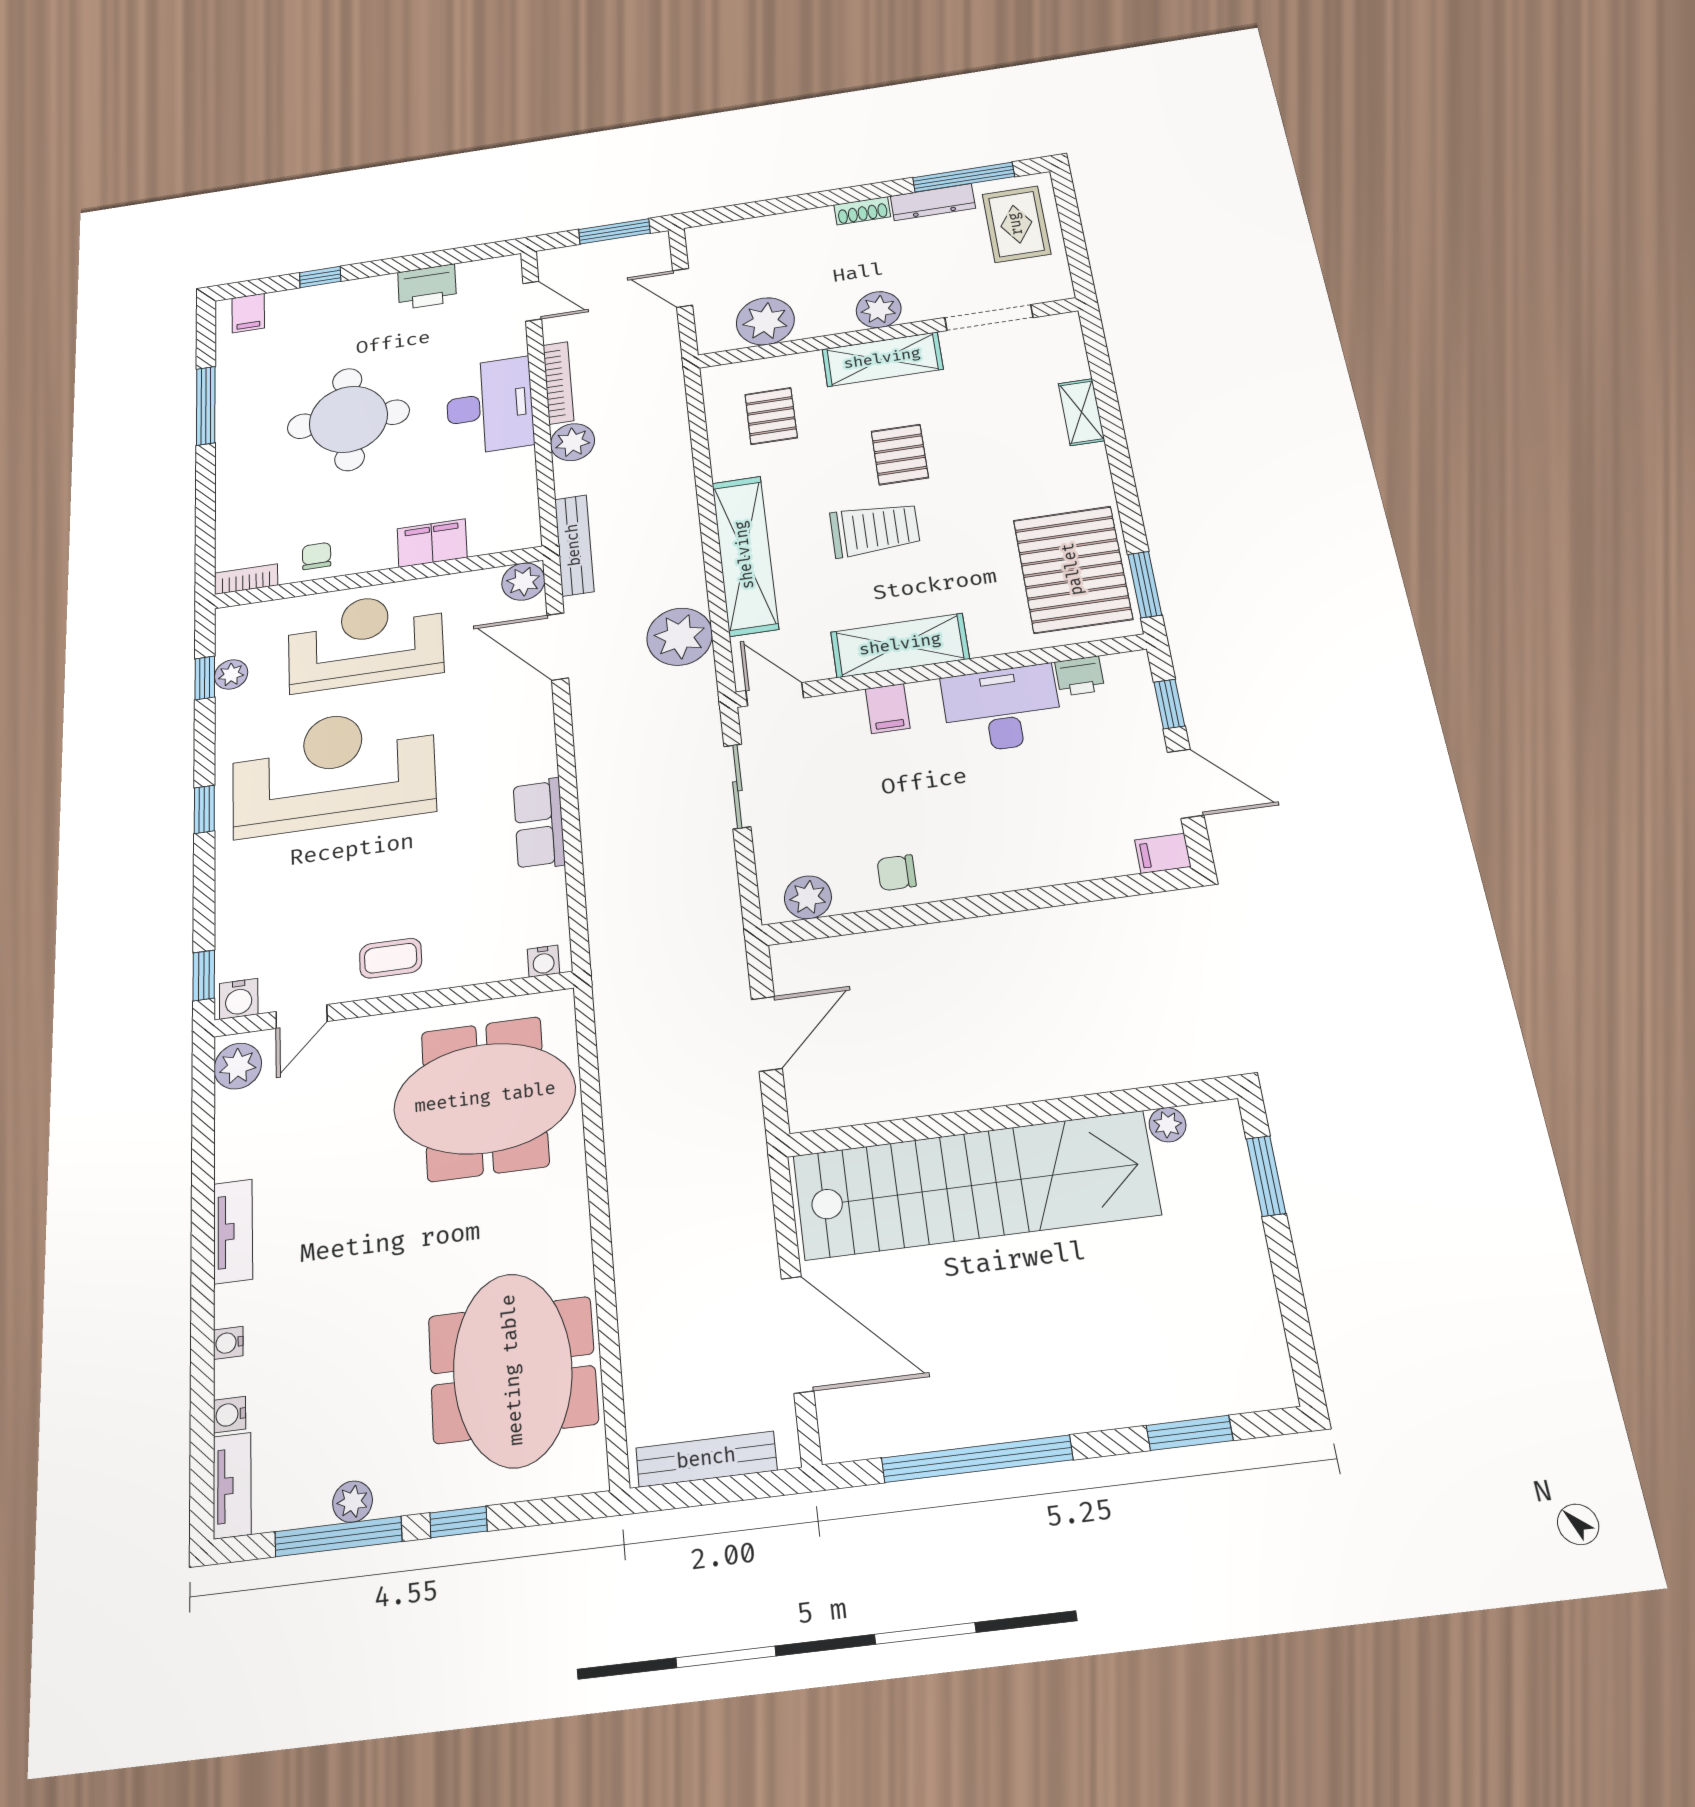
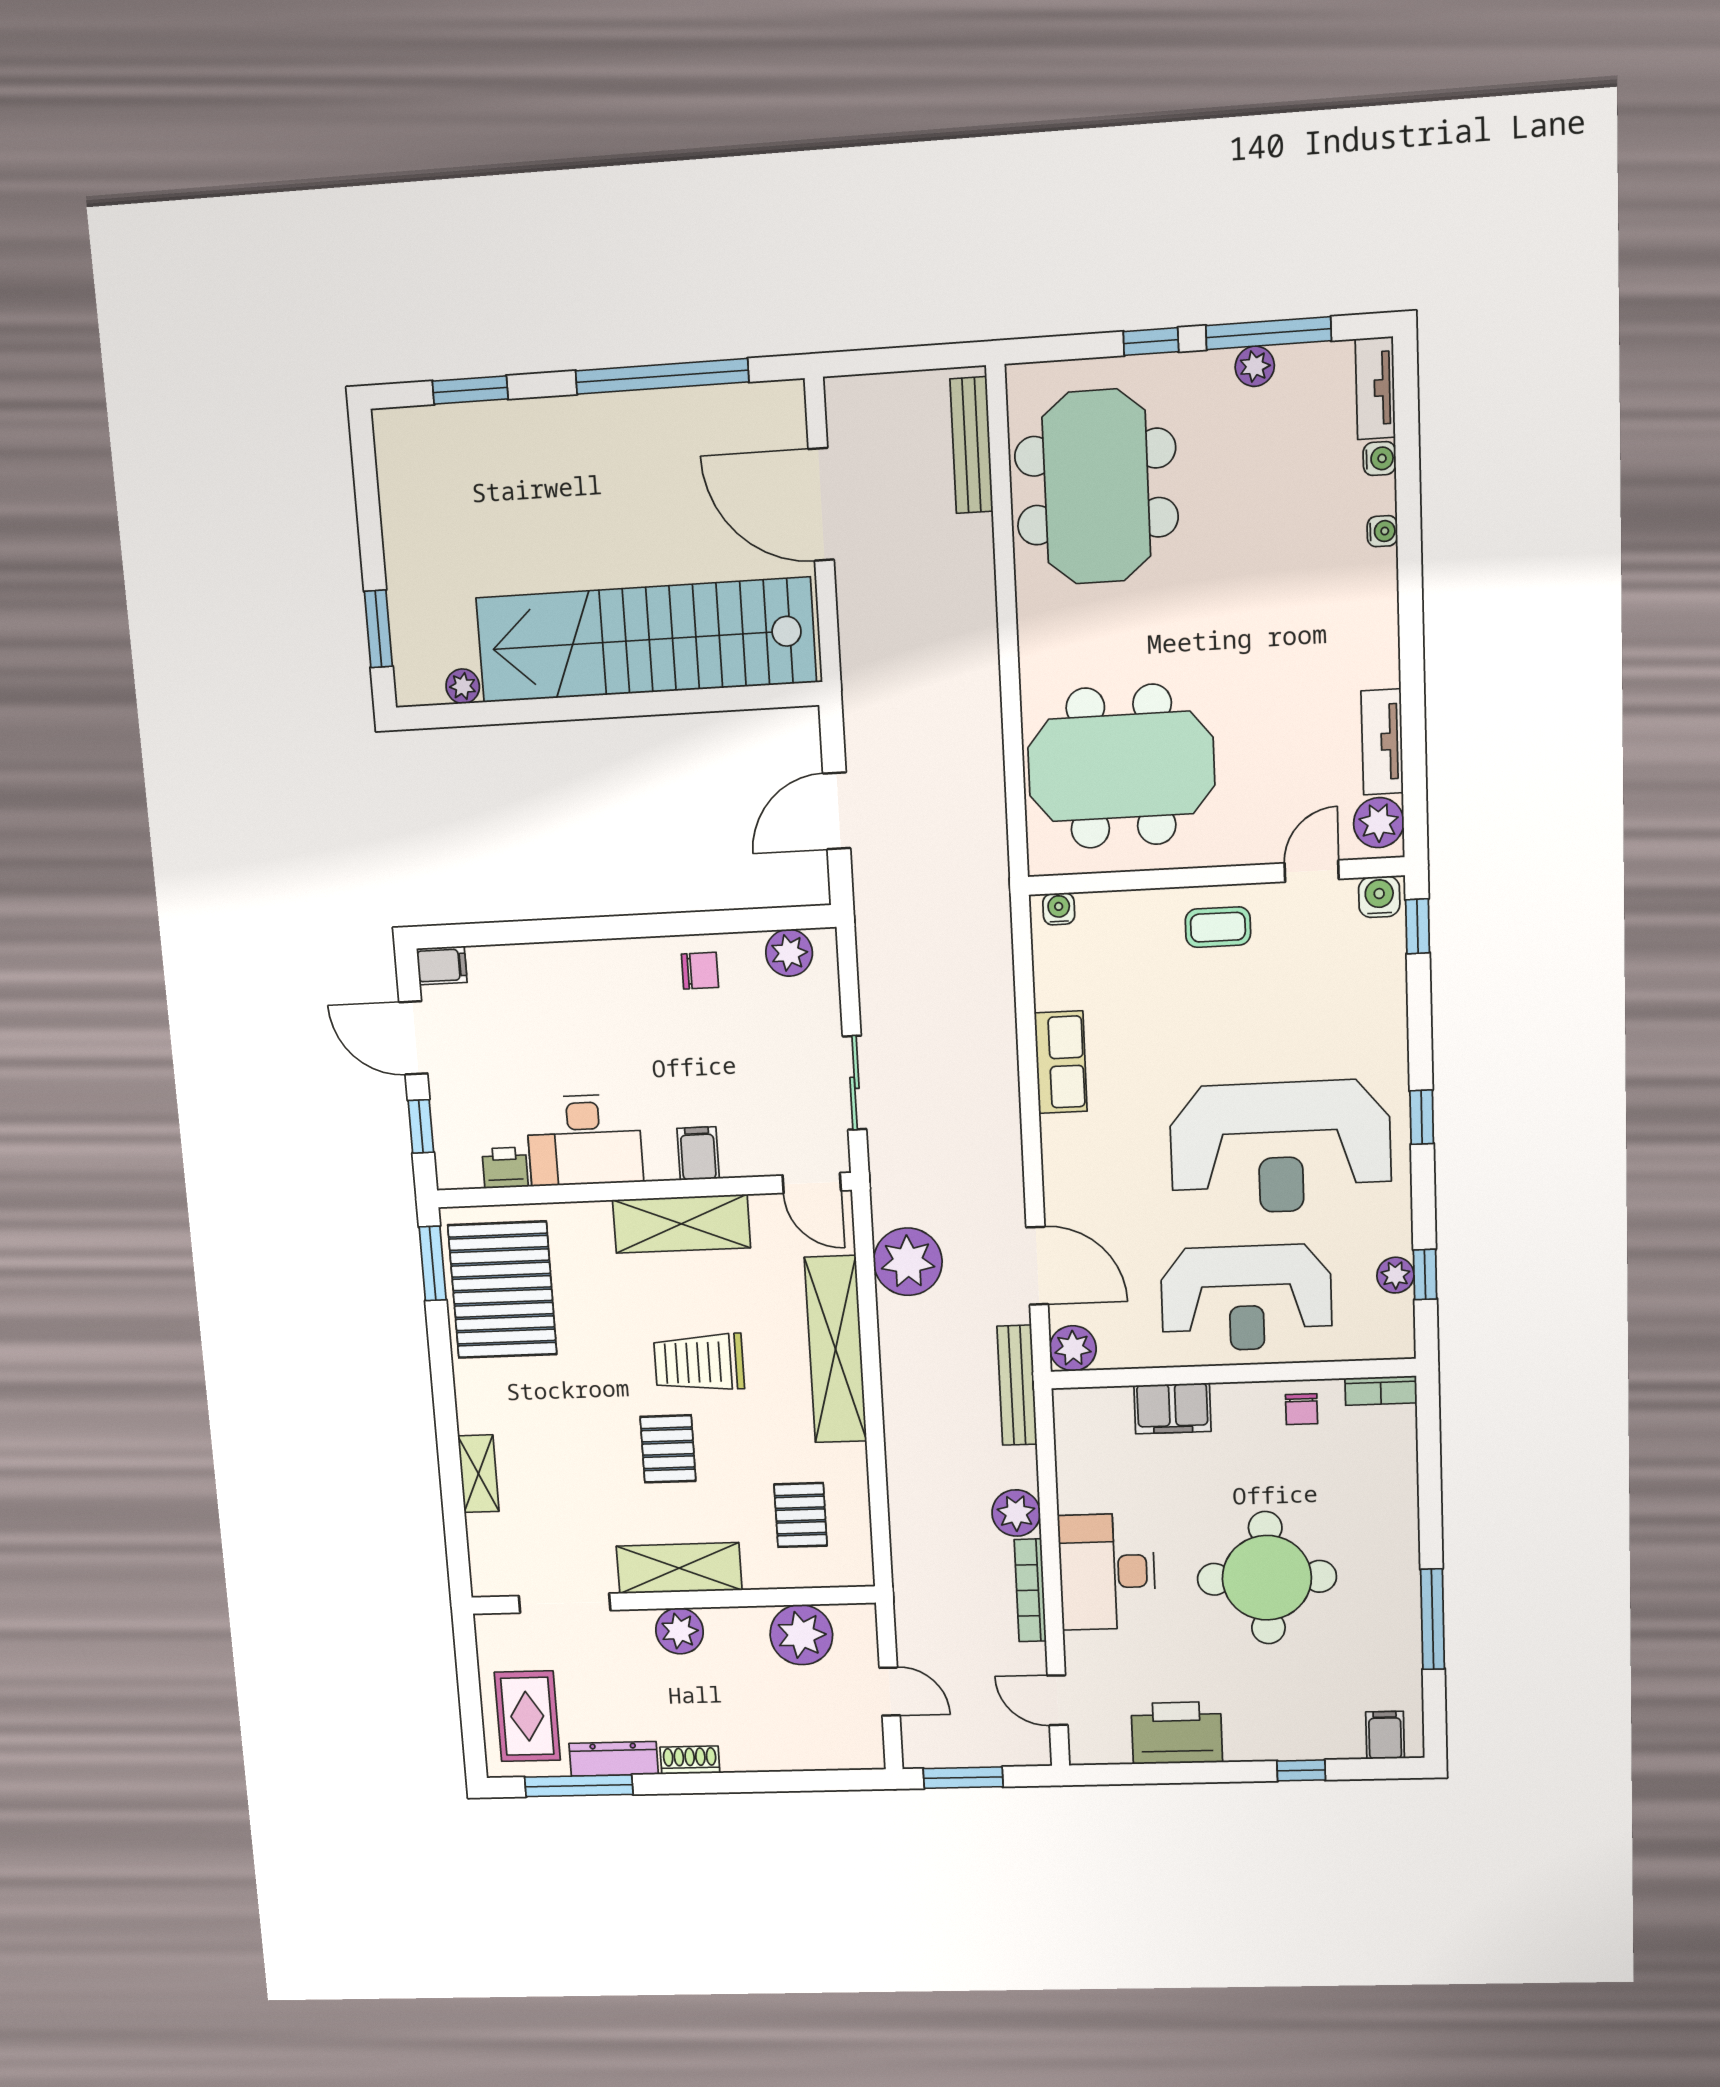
printer: (427, 287) -> (1177, 1733), width x1.37, depth x1.19
tv unit: (233, 1231) -> (1382, 742), moved
bench: (706, 1459) -> (971, 445), moved, turned 90

